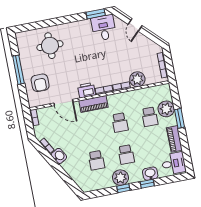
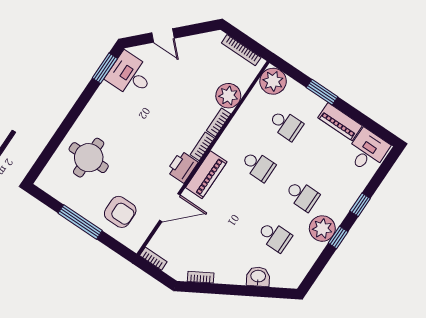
plant: (166, 109) -> (273, 81), moved
washbasin: (59, 156) -> (258, 277), moved
washbasin: (150, 174) -> (352, 190), removed

